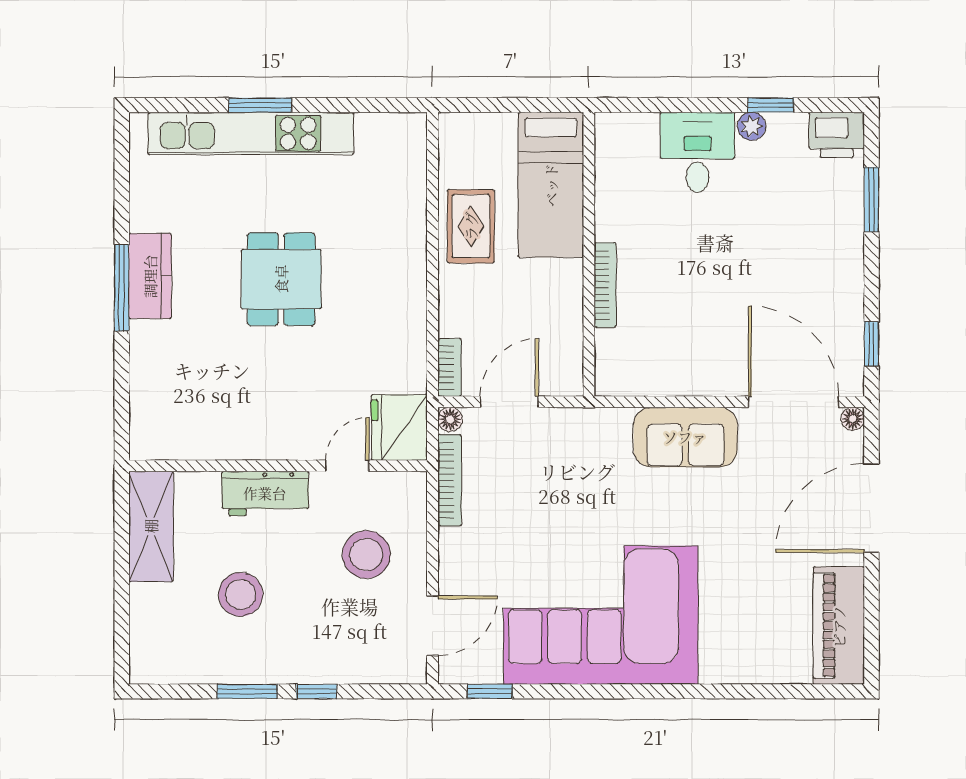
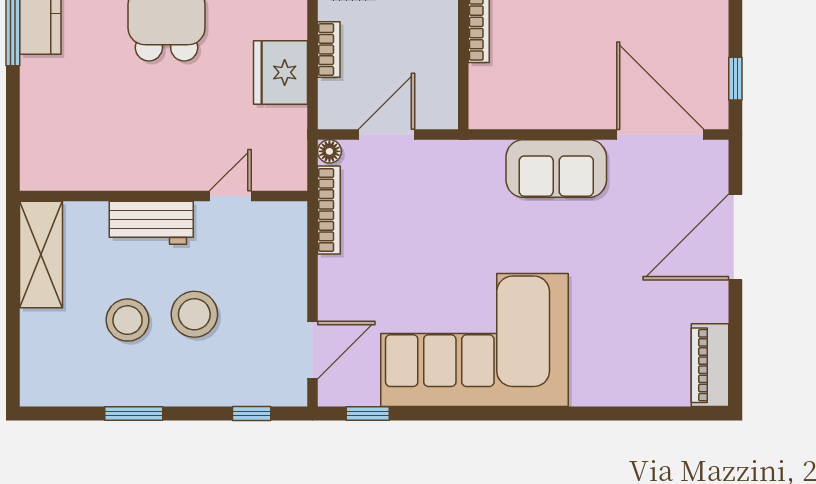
bookcase: (450, 367) -> (329, 50), moved
floor lamp: (853, 419) -> (717, 151), removed
fridge: (399, 427) -> (280, 72), moved
stool: (366, 555) -> (194, 314), moved
piano: (839, 626) -> (710, 365), width x0.73, depth x0.75
window: (317, 691) -> (252, 414), moved

